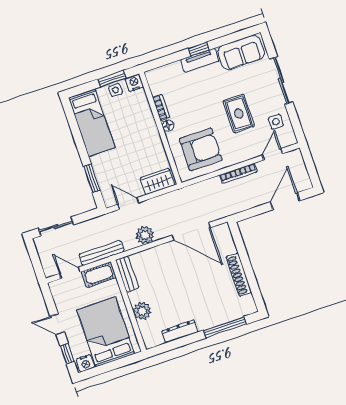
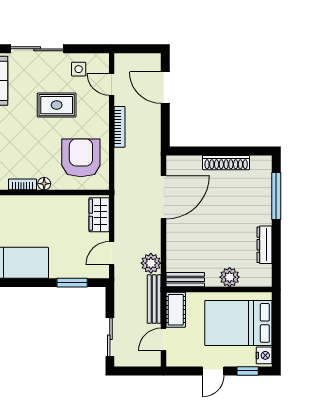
plant: (145, 235) -> (151, 263), moved

